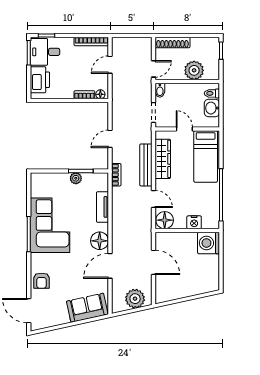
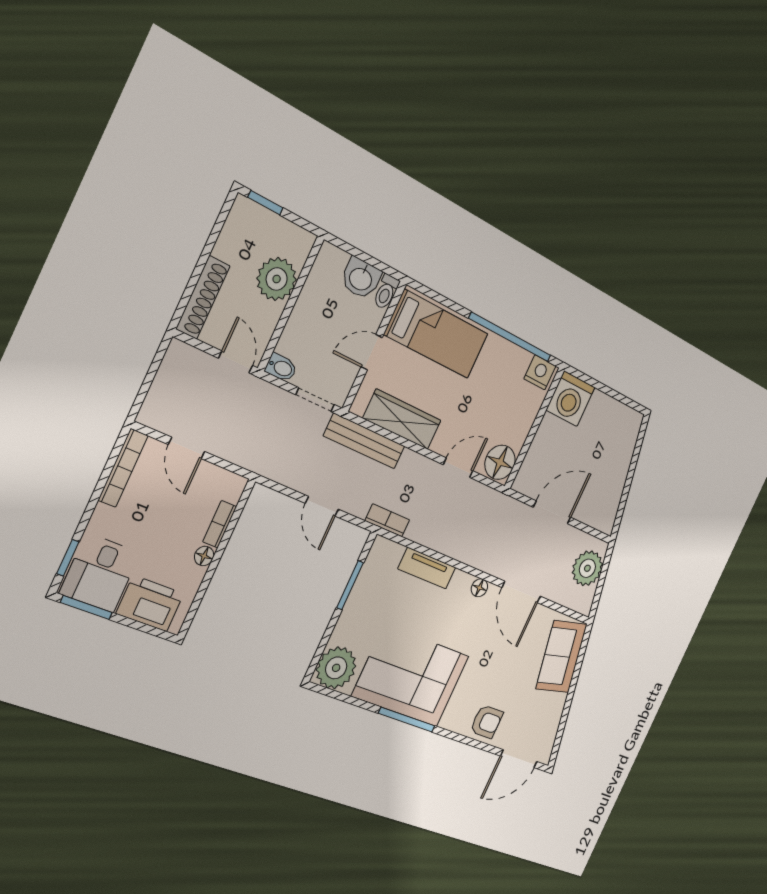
toilet: (212, 93) -> (386, 292), moved
floor lamp: (100, 94) -> (204, 556), moved
bench: (146, 165) -> (364, 441), moved
plant: (76, 178) -> (336, 668), moved, width x1.87, depth x1.87
nightstand: (194, 222) -> (540, 372), moved, turned -90
floor lamp: (100, 241) -> (479, 588), width x0.53, depth x0.53

